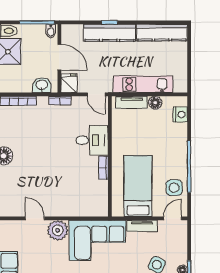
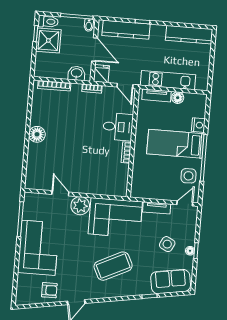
kitchen counter: (110, 33) -> (126, 30), moved
nightstand: (180, 114) -> (198, 125), moved
bed: (138, 186) -> (175, 144), moved, turned -90

